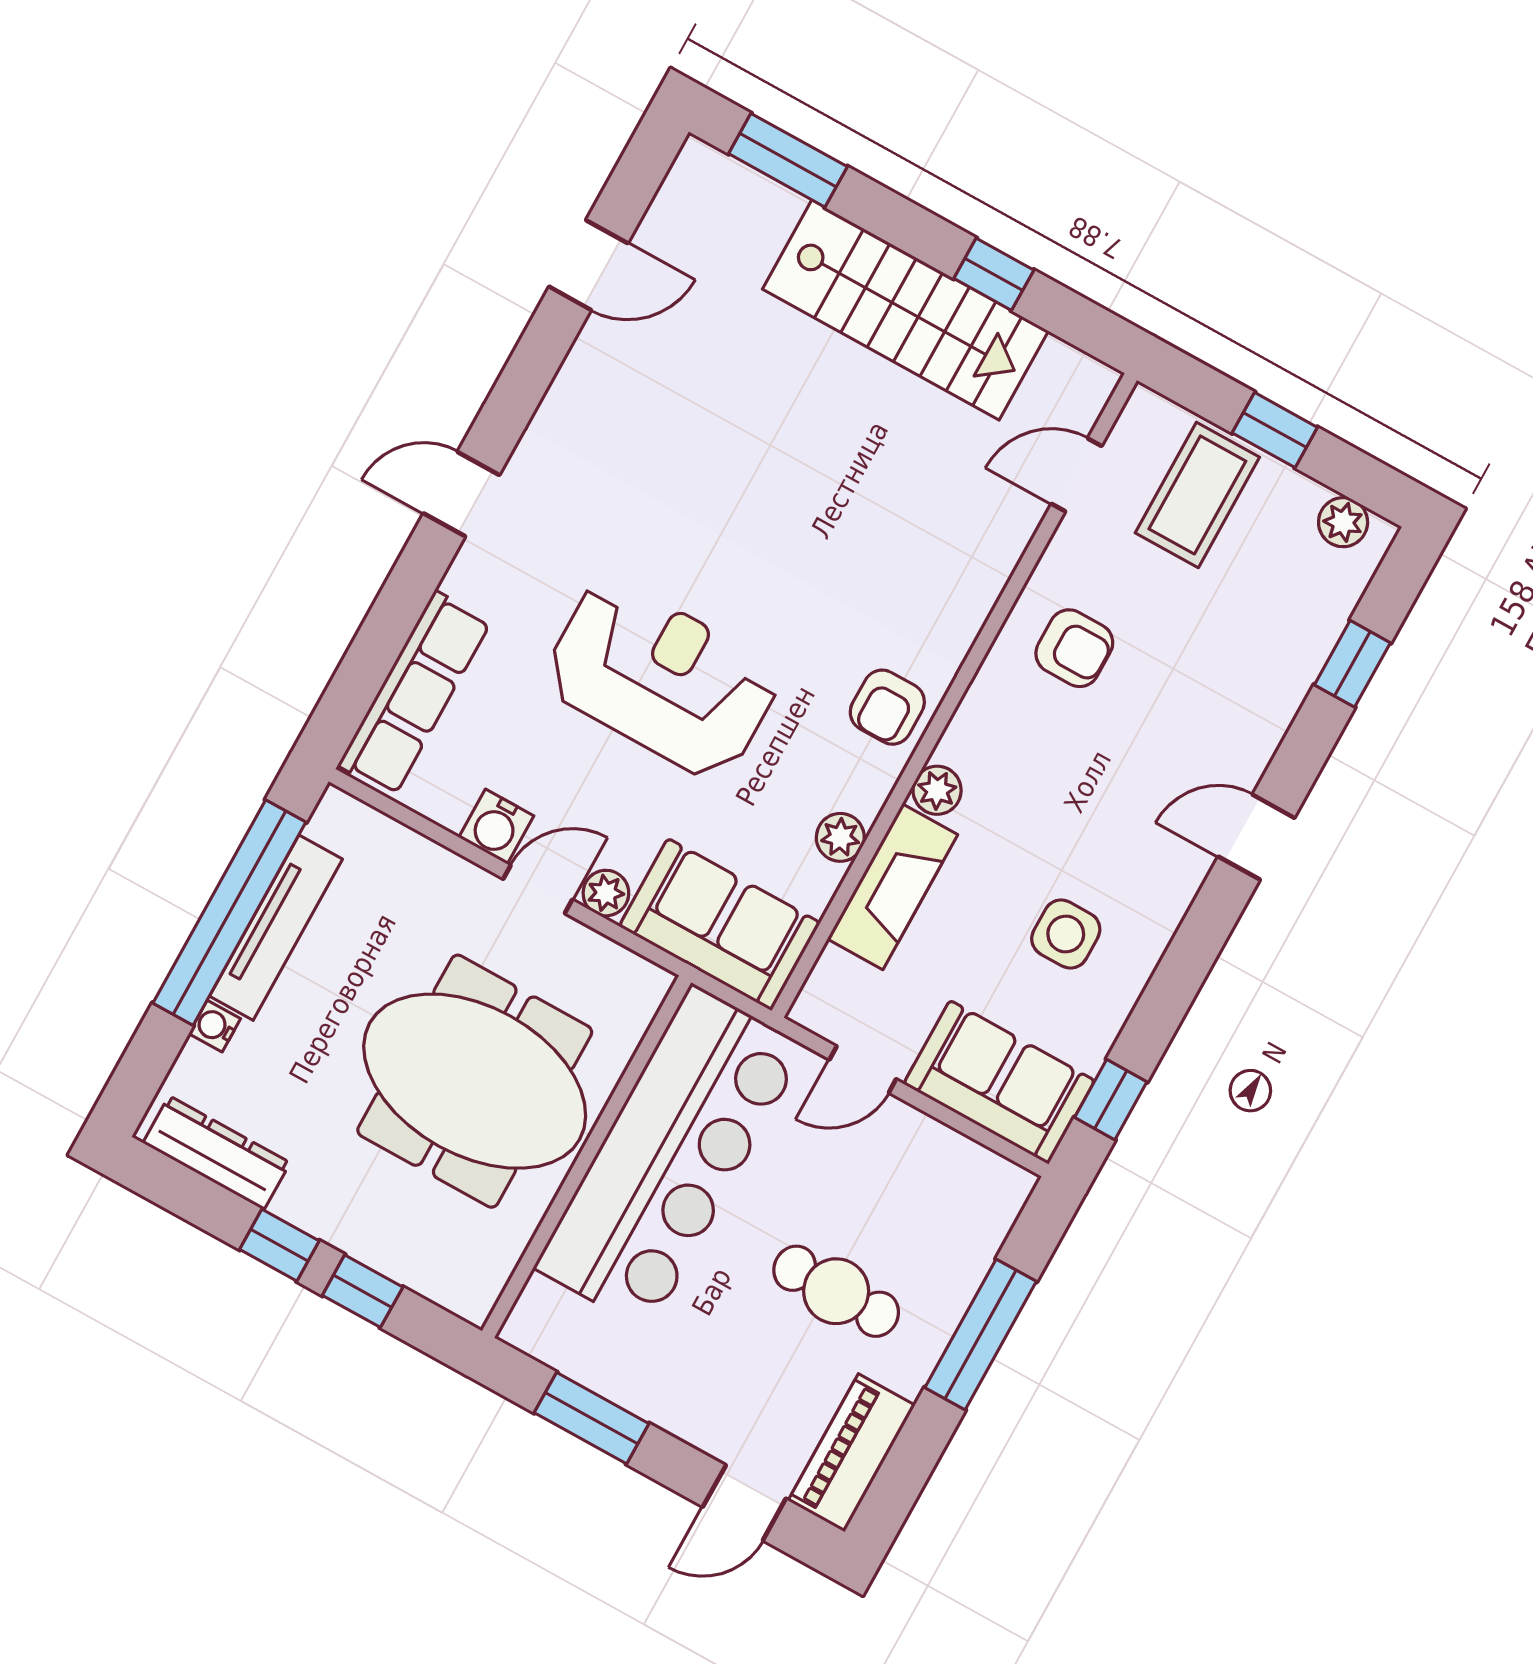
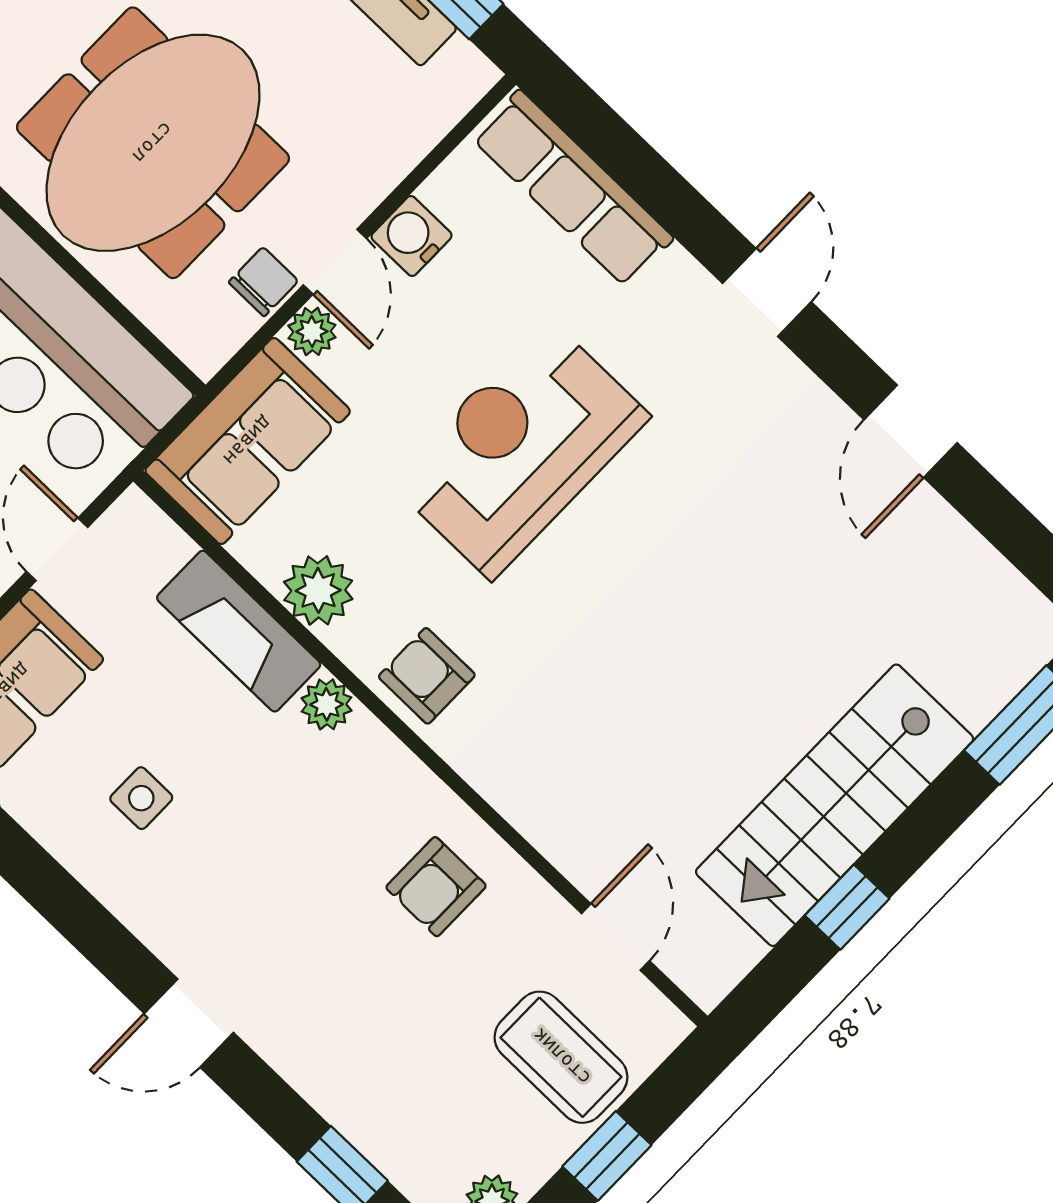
door: (588, 265) -> (911, 431), moved
reception desk: (661, 678) -> (520, 449), turned 180
plant: (840, 837) -> (318, 590), width x1.38, depth x1.38
door: (1256, 837) -> (189, 1023), swing flipped
side table: (1066, 934) -> (141, 798), width x0.73, depth x0.73
chair: (573, 949) -> (263, 282), added

